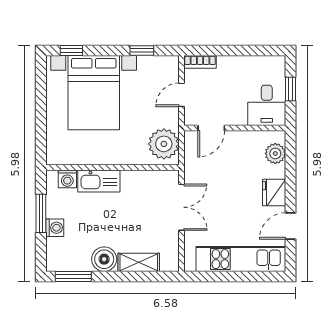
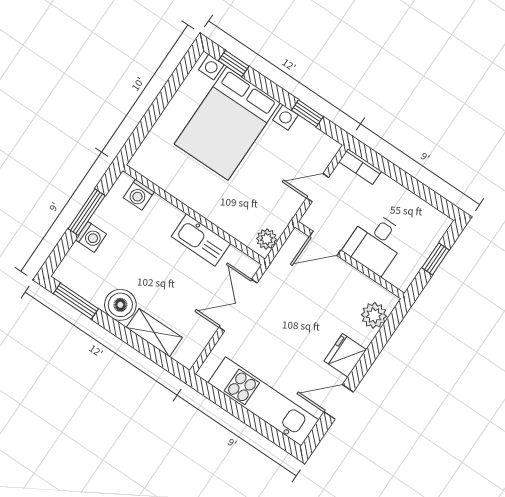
desk: (267, 105) -> (375, 243), moved
plant: (164, 144) -> (267, 239), width x0.53, depth x0.53
kitchen sink: (99, 181) -> (201, 240), moved
double door: (181, 207) -> (238, 305), swing flipped

